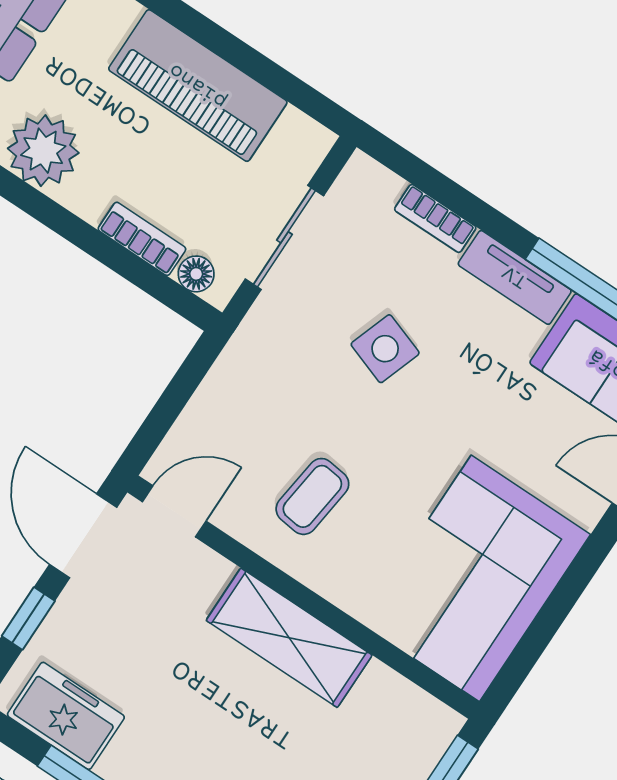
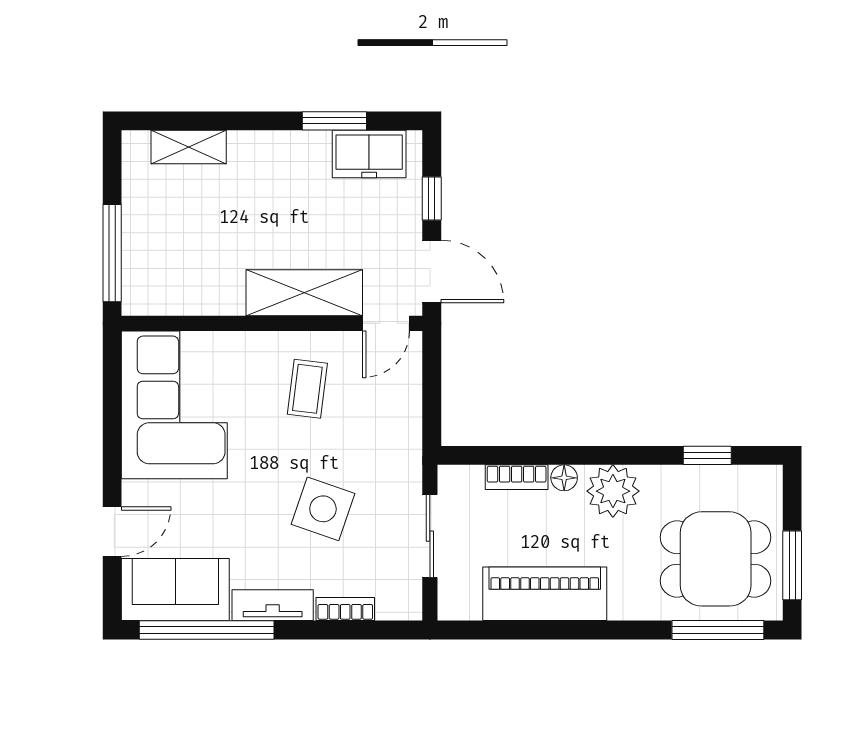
floor lamp: (196, 274) -> (564, 478), moved
side table: (385, 349) -> (323, 509), width x1.37, depth x1.37
shelving: (289, 638) -> (304, 293), moved

